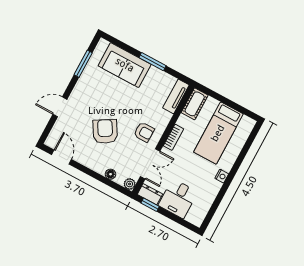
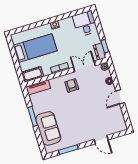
armchair: (105, 131) -> (91, 105), removed
door: (61, 157) -> (120, 97), moved
desk: (178, 199) -> (85, 24), moved, turned -90

